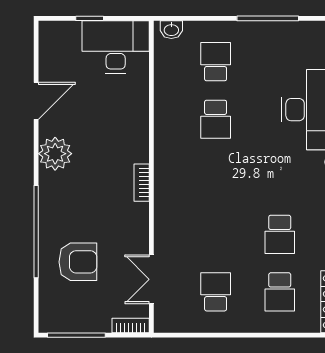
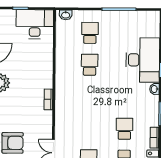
school desk: (216, 119) -> (90, 65), turned 180
school desk: (280, 234) -> (124, 129), turned 180

